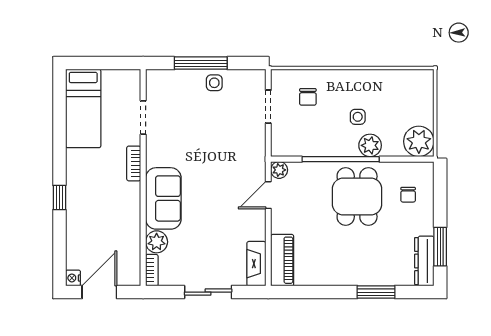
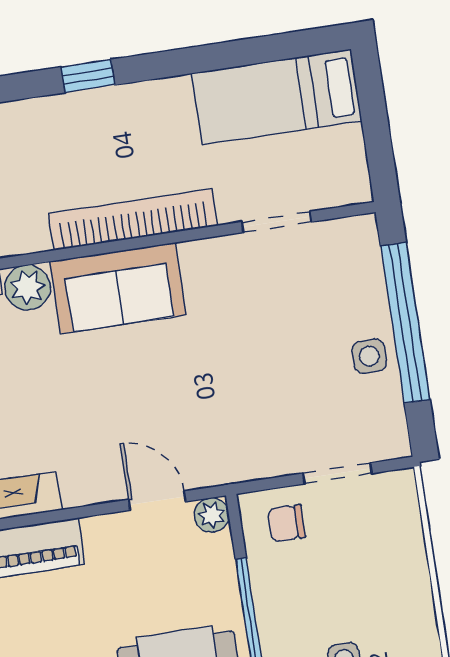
window: (201, 63) -> (405, 323), width x1.46
chair: (308, 97) -> (287, 523), moved
bookcase: (134, 163) -> (133, 219), width x2.31, depth x1.31

